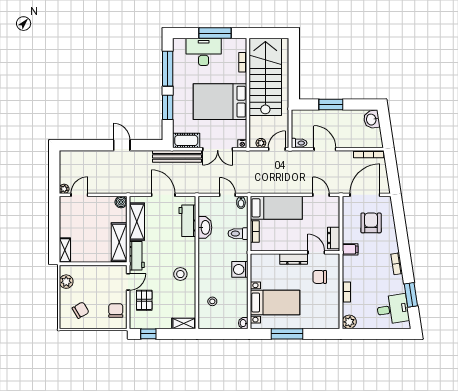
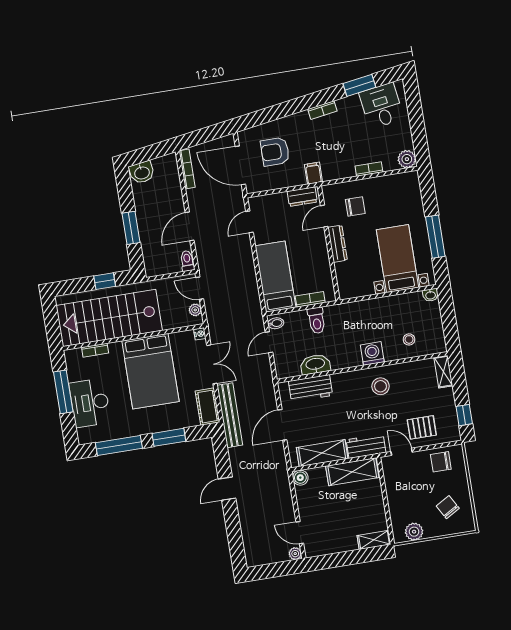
window: (294, 78) -> (105, 281), added
washing machine: (240, 269) -> (372, 353), moved, turned 180
chair: (320, 277) -> (355, 206), turned -90

